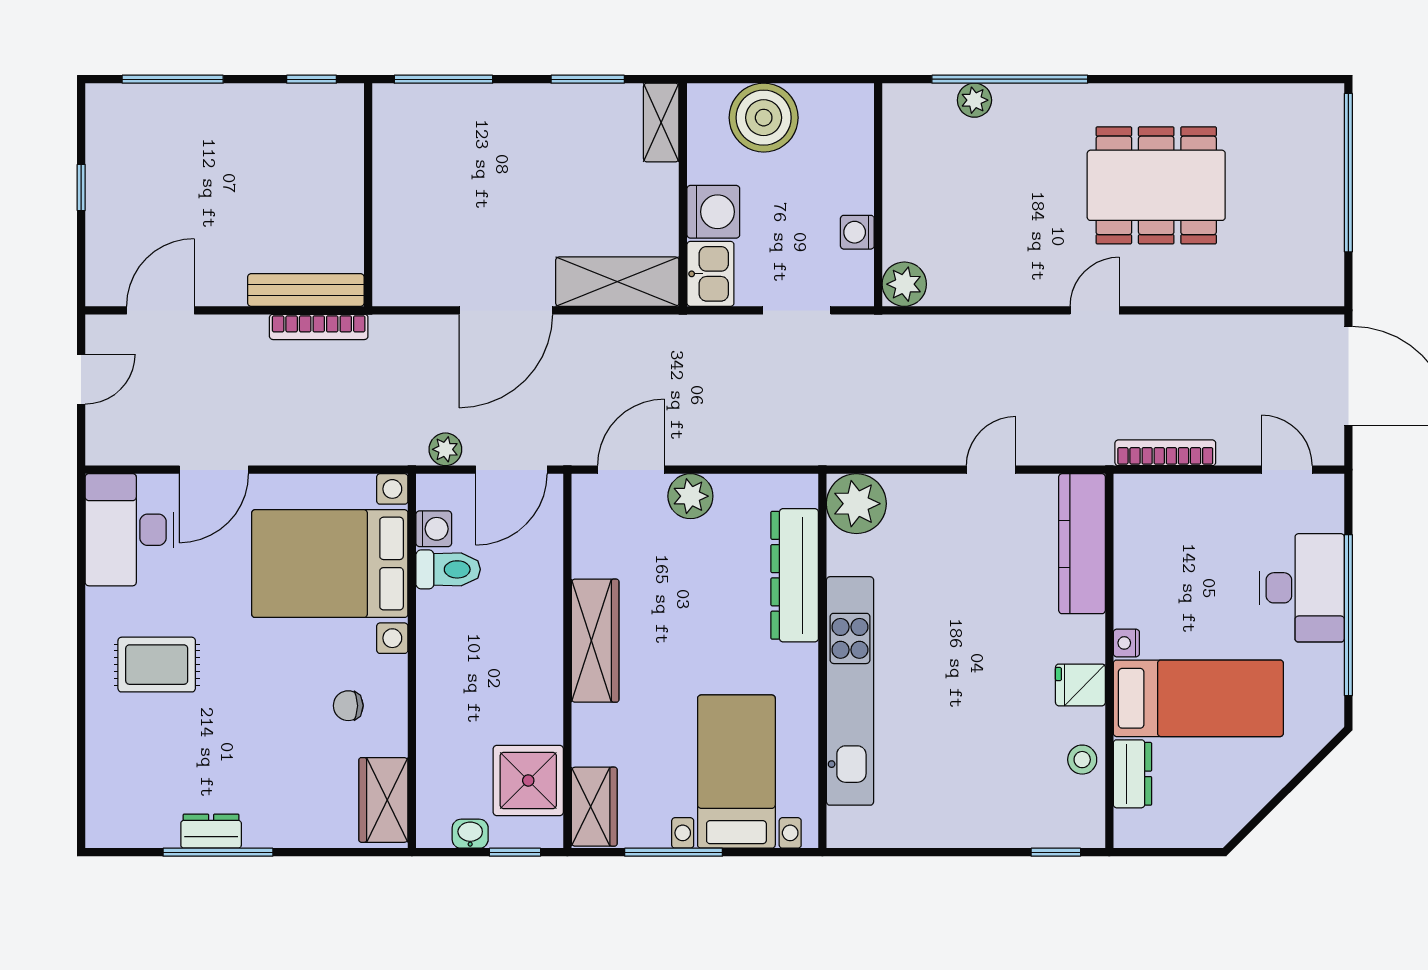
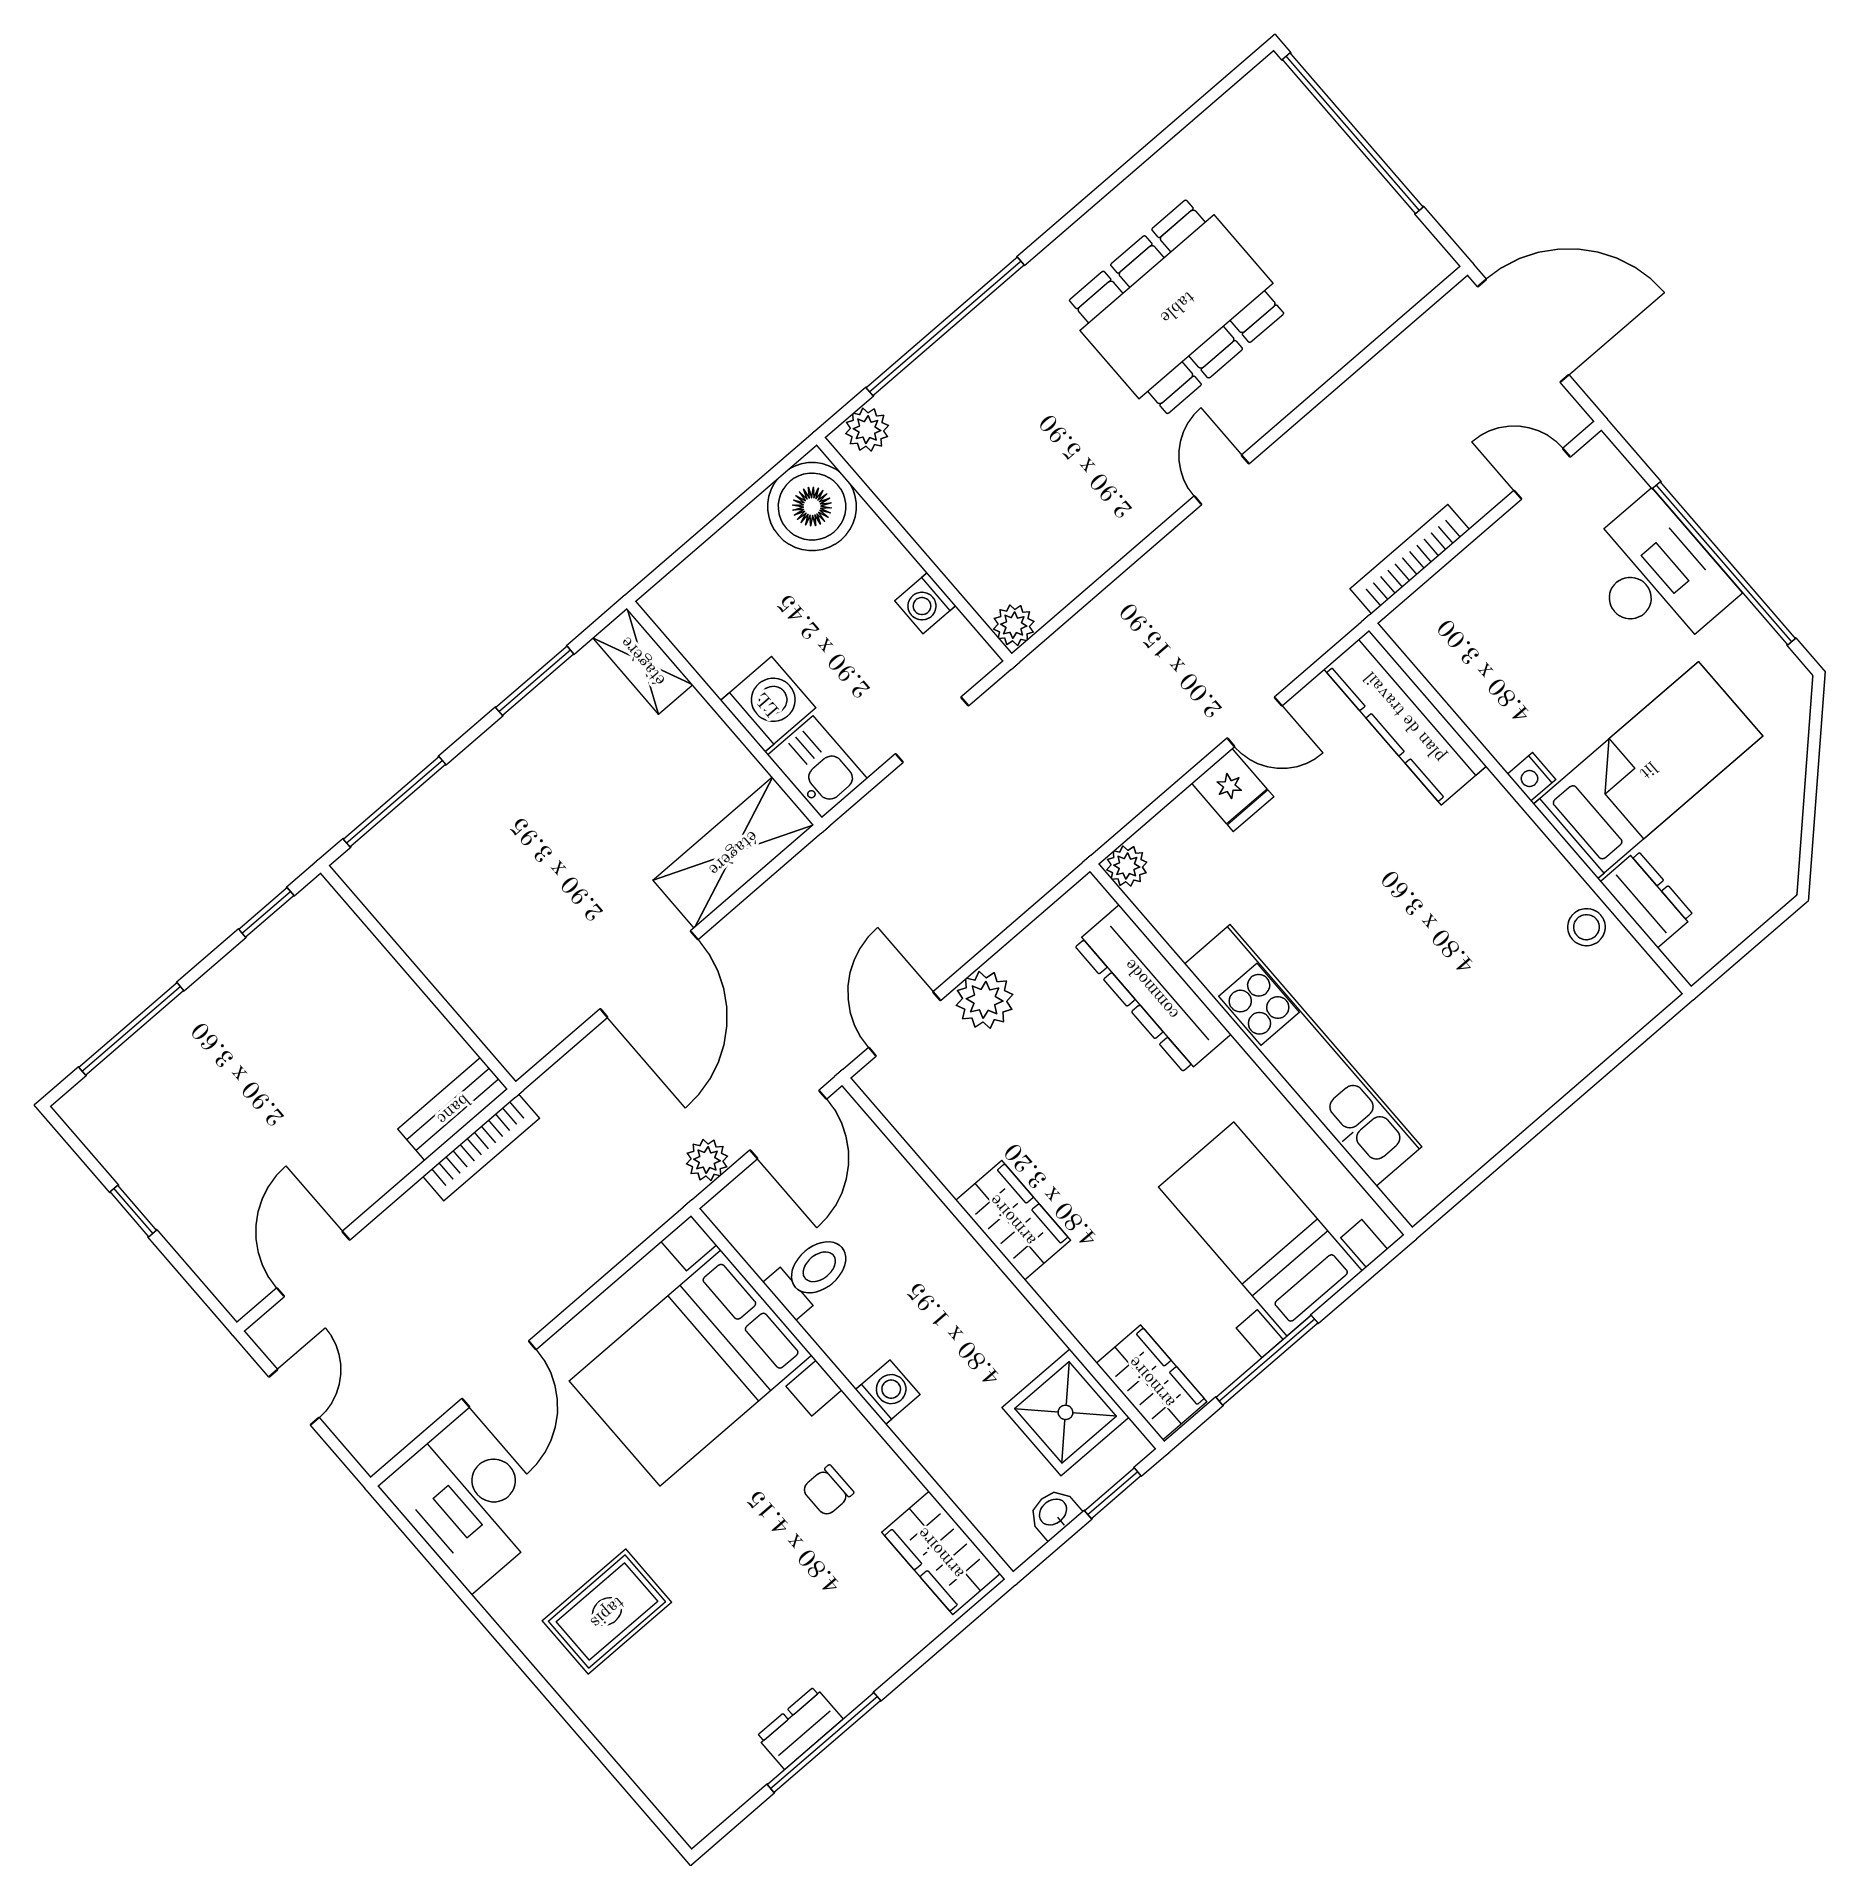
plant: (974, 100) -> (867, 430), moved
boiler: (764, 118) -> (812, 507), moved
plant: (904, 284) -> (1014, 625), width x0.73, depth x0.73
bench: (306, 290) -> (453, 1109), width x0.73
door: (991, 470) -> (1255, 722), swing flipped
plant: (856, 504) -> (1127, 866), width x0.53, depth x0.53
washing machine: (434, 529) -> (888, 1392), moved
wardrobe: (595, 641) -> (1013, 1220), width x0.67
fridge: (1080, 685) -> (1233, 790), moved, turned -90
window: (1056, 852) -> (1639, 1039), removed

